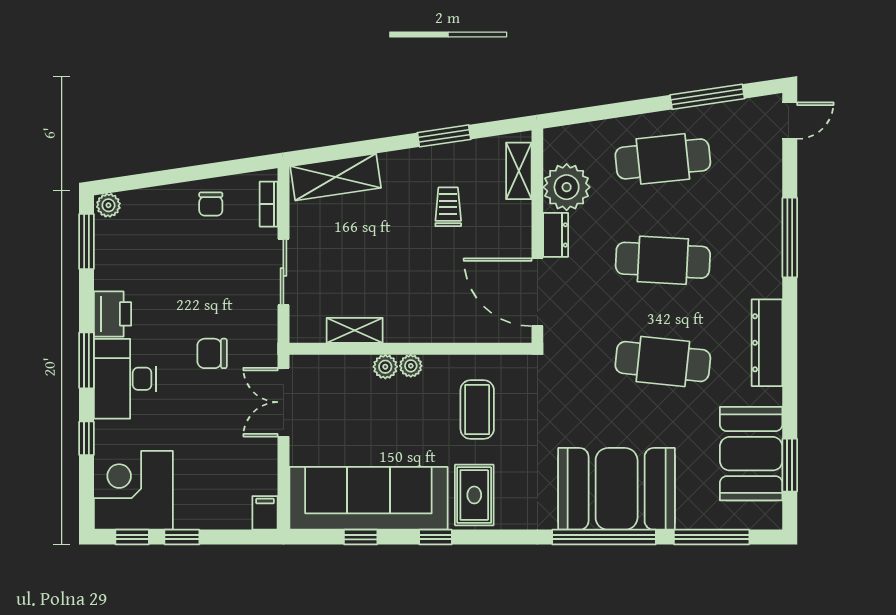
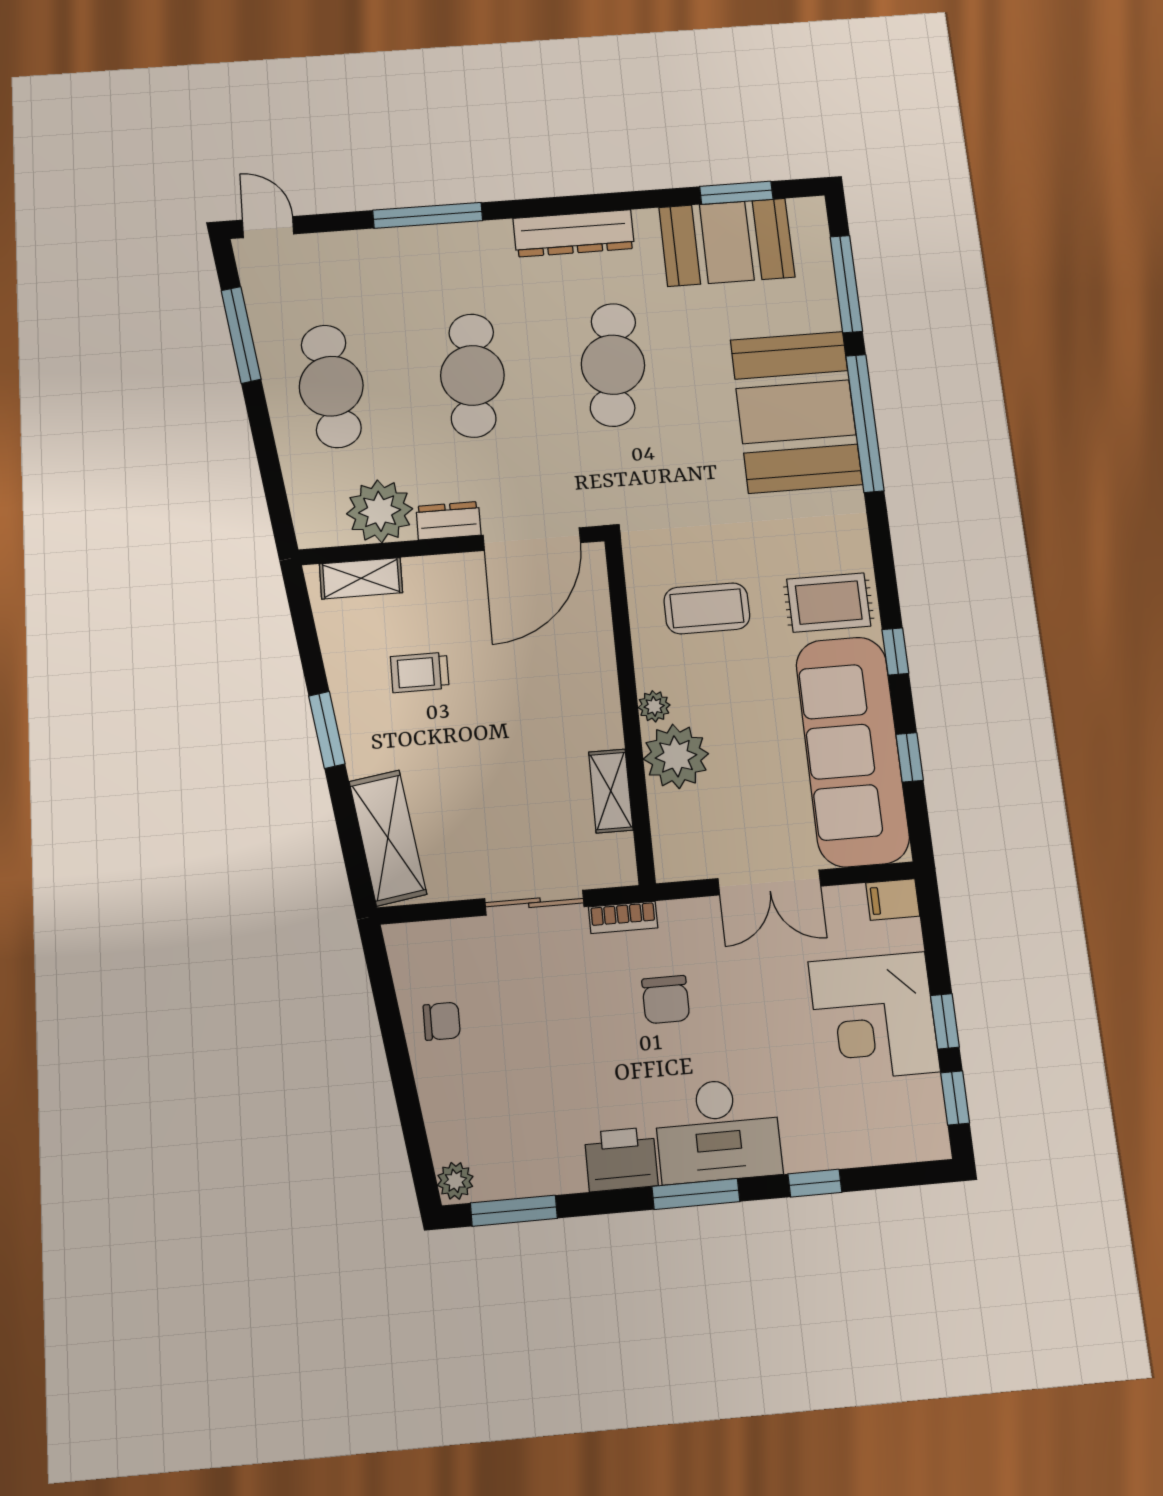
window: (444, 136) -> (327, 730), moved
bookcase: (269, 204) -> (623, 917), moved
plant: (385, 367) -> (676, 756), width x1.87, depth x1.87
double door: (283, 402) -> (769, 882), moved
corner desk: (133, 490) -> (874, 1016), moved

